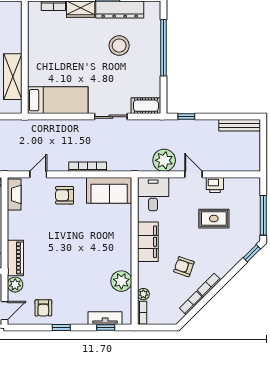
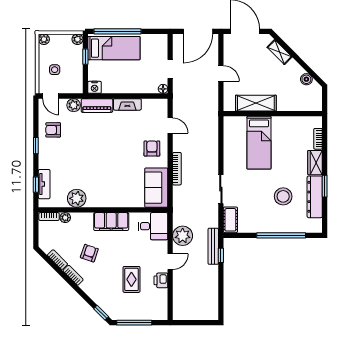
bed: (58, 100) -> (259, 143), moved
bench: (240, 125) -> (213, 246), moved
fireplace: (14, 194) -> (127, 104), moved

